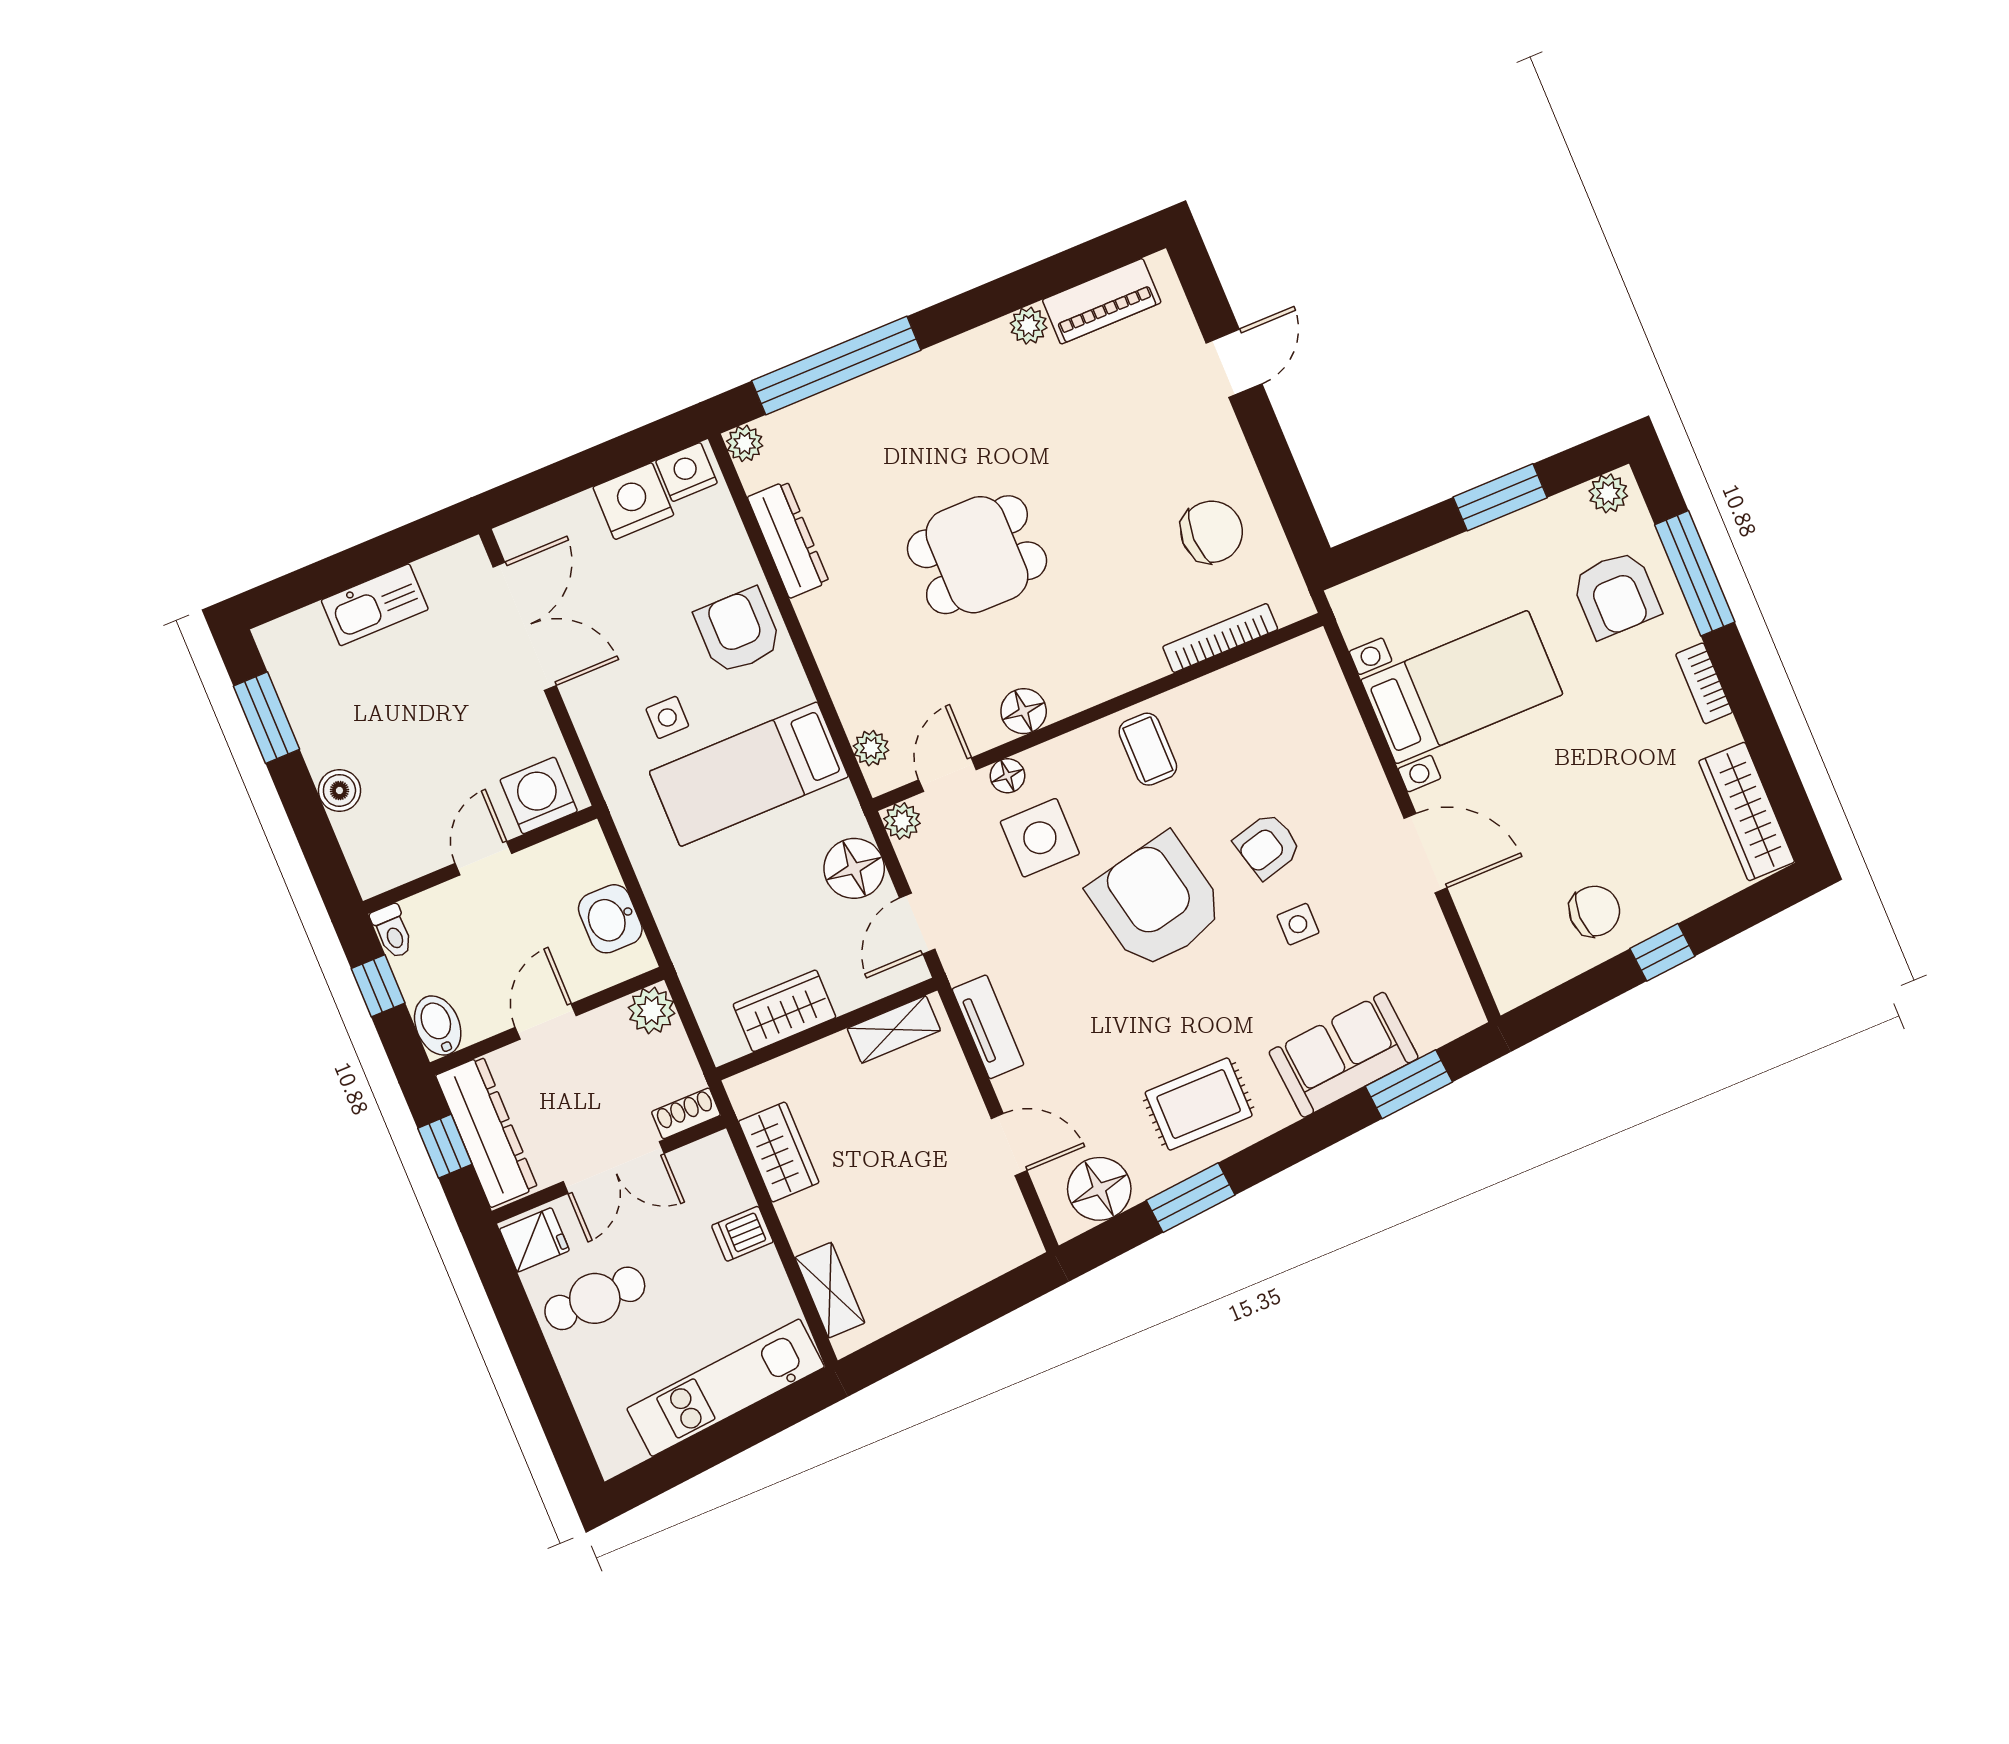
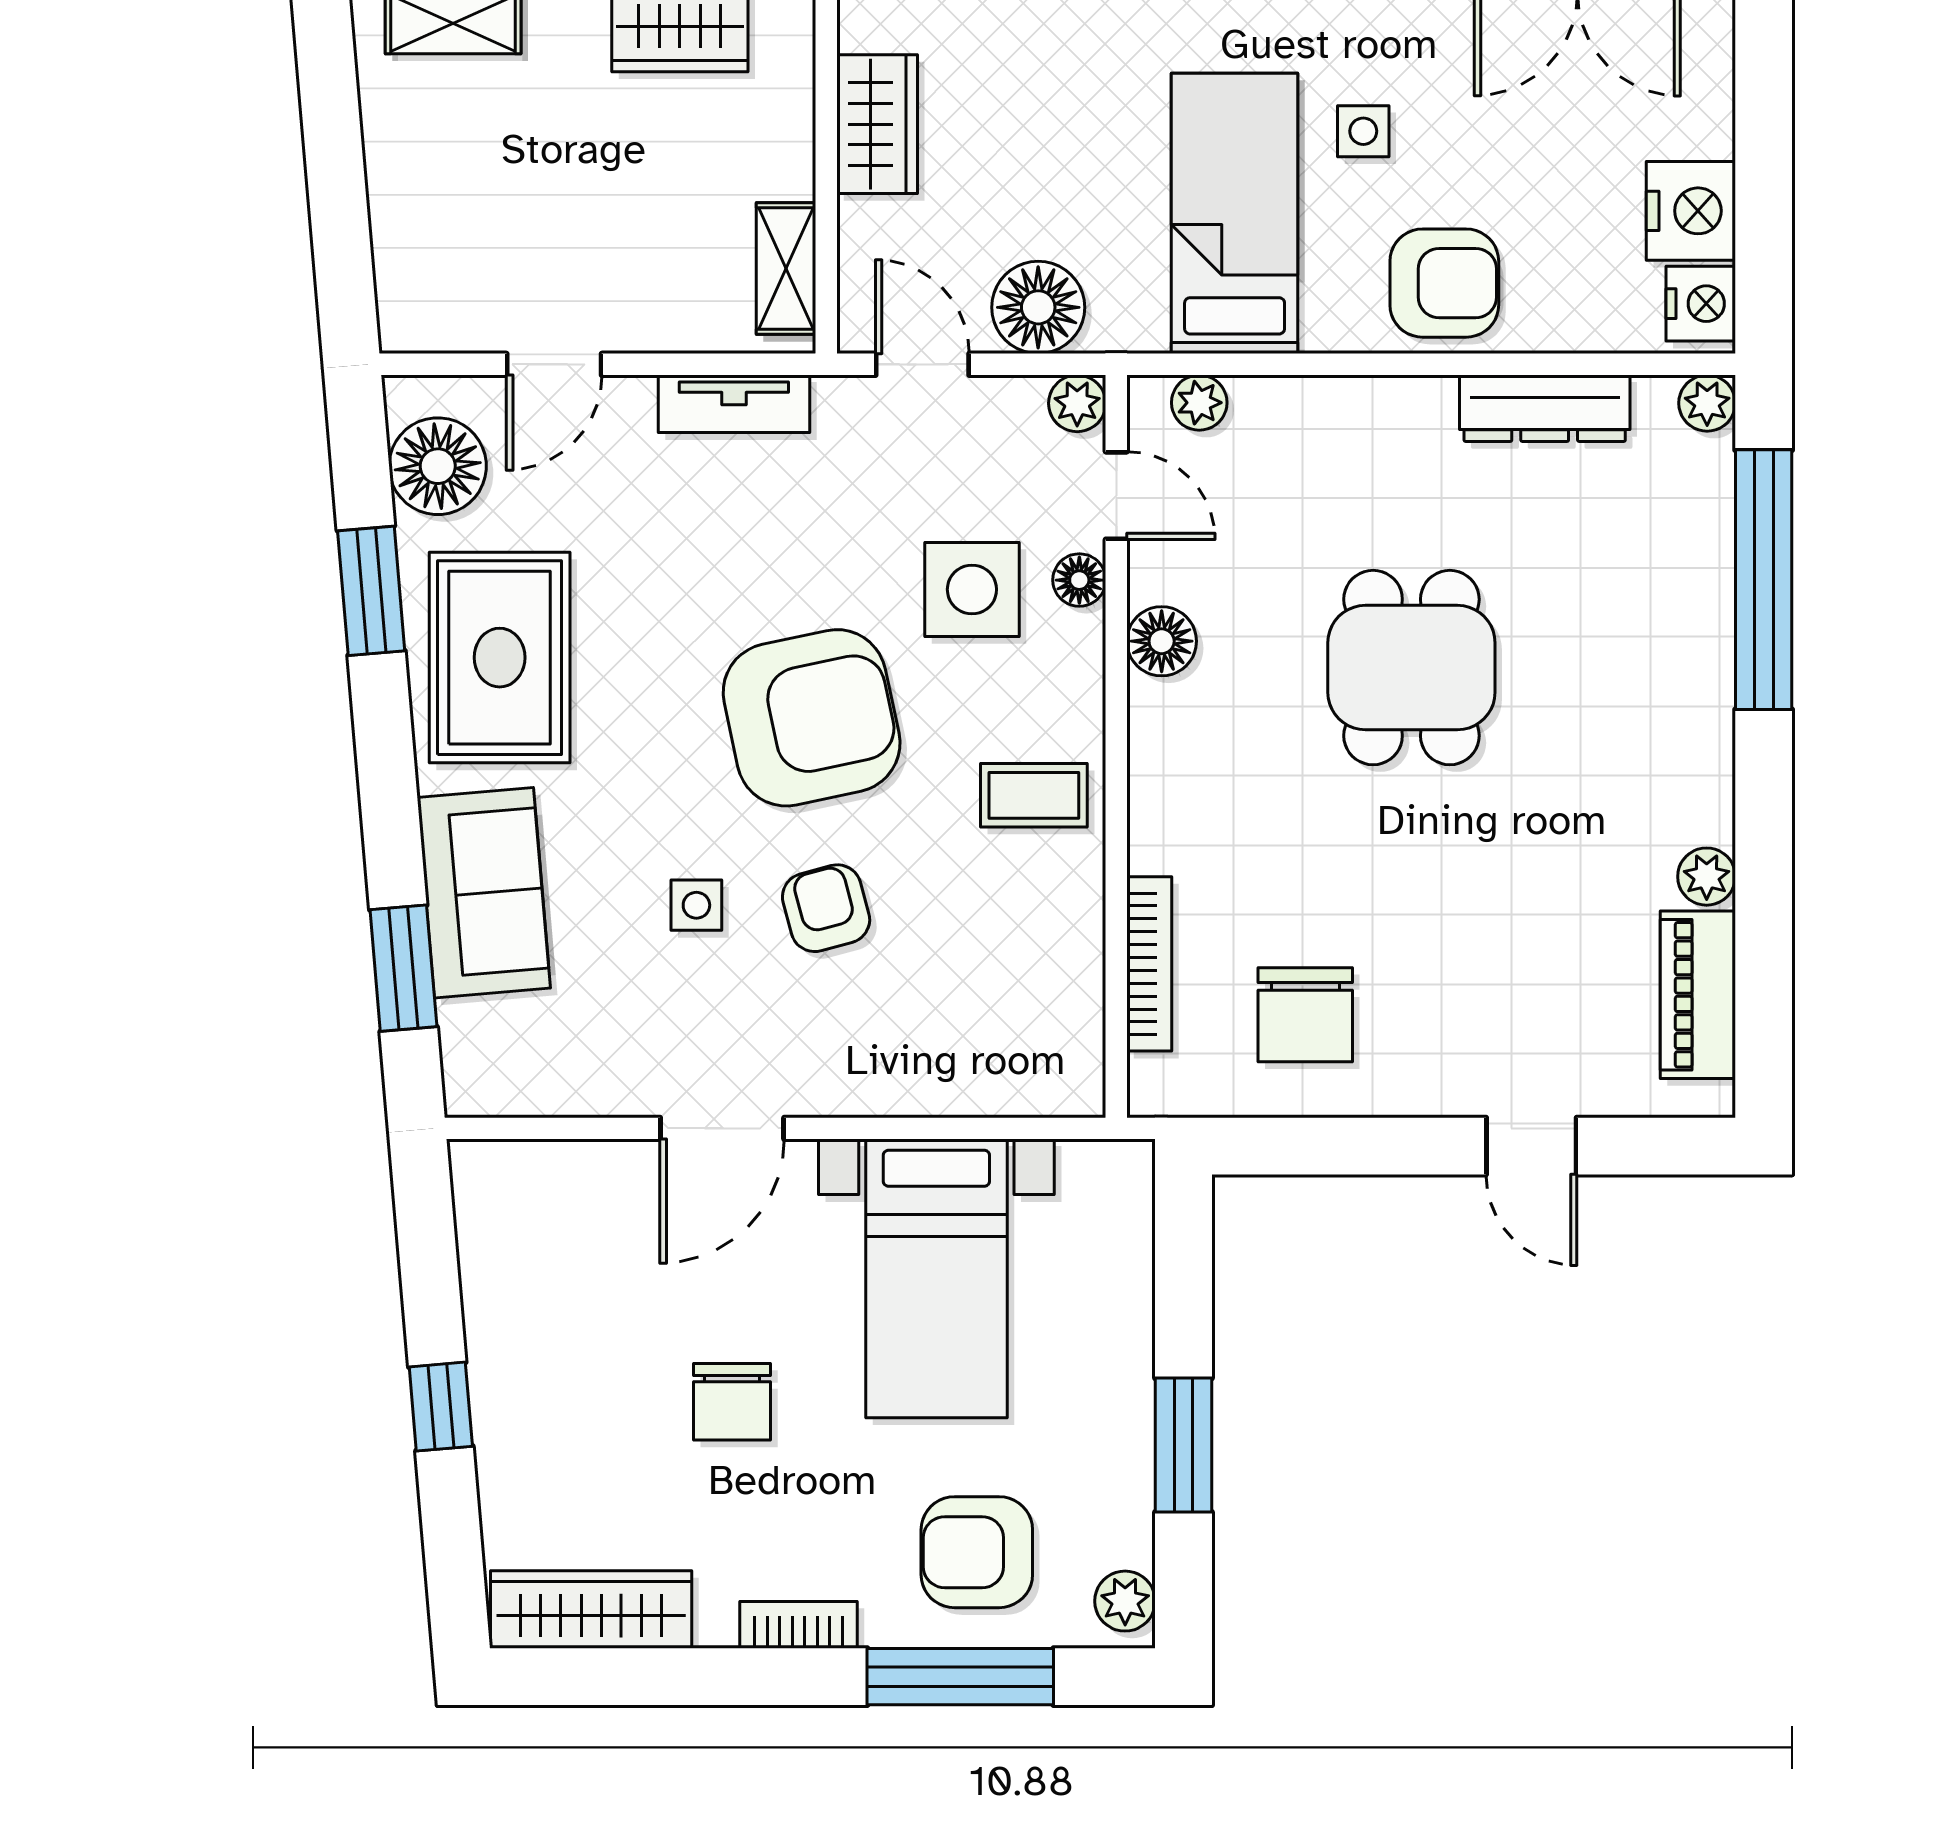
chair: (1594, 911) -> (732, 1402), moved
rug: (1199, 1104) -> (500, 658), width x1.36, depth x1.43

